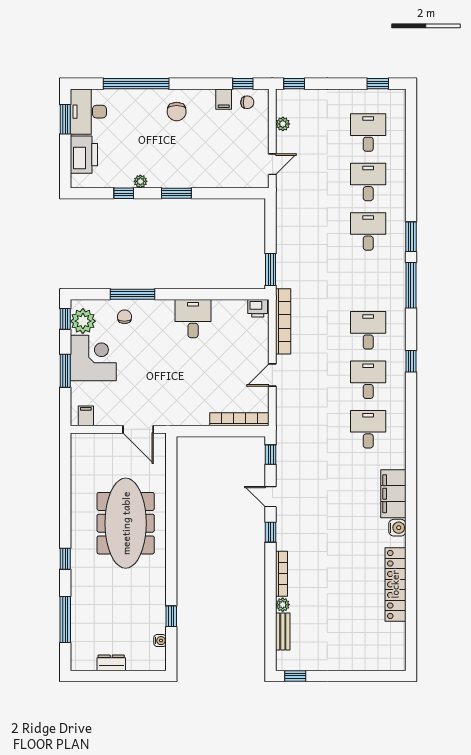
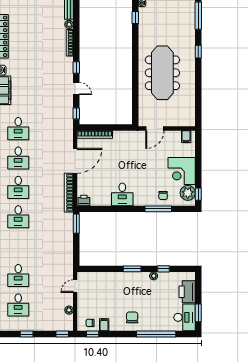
window: (378, 84) -> (27, 334), moved
desk: (368, 231) -> (18, 217), moved
window: (65, 371) -> (198, 163), removed
door: (272, 375) -> (75, 161), width x1.88
door: (138, 429) -> (155, 129), swing flipped

